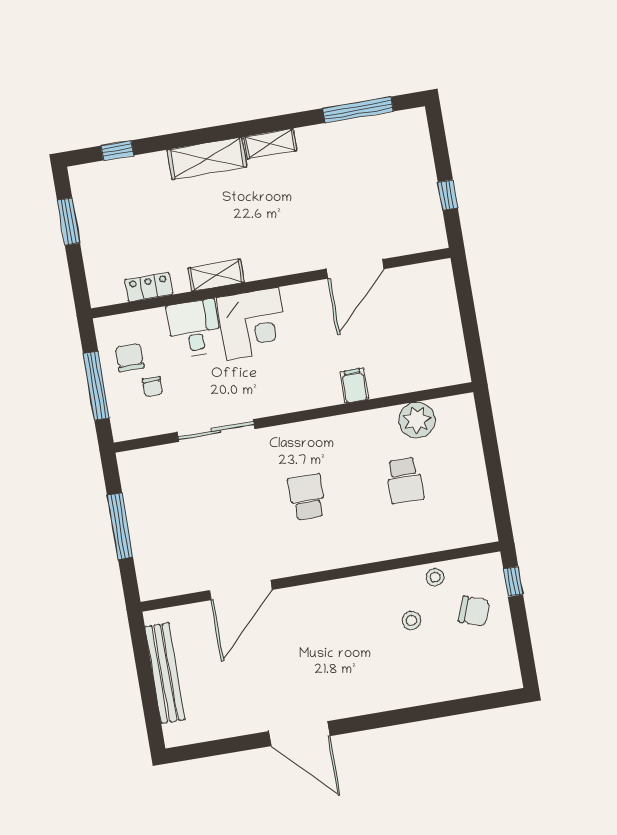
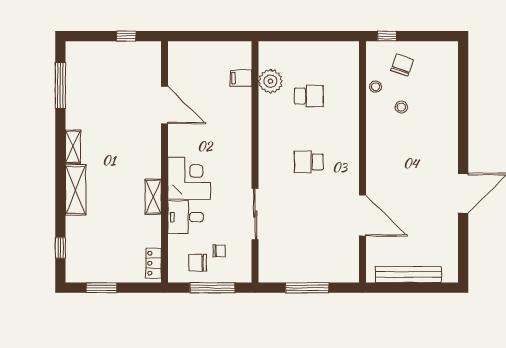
locker: (149, 287) -> (154, 263), moved
filing cabinet: (354, 386) -> (241, 78), moved

